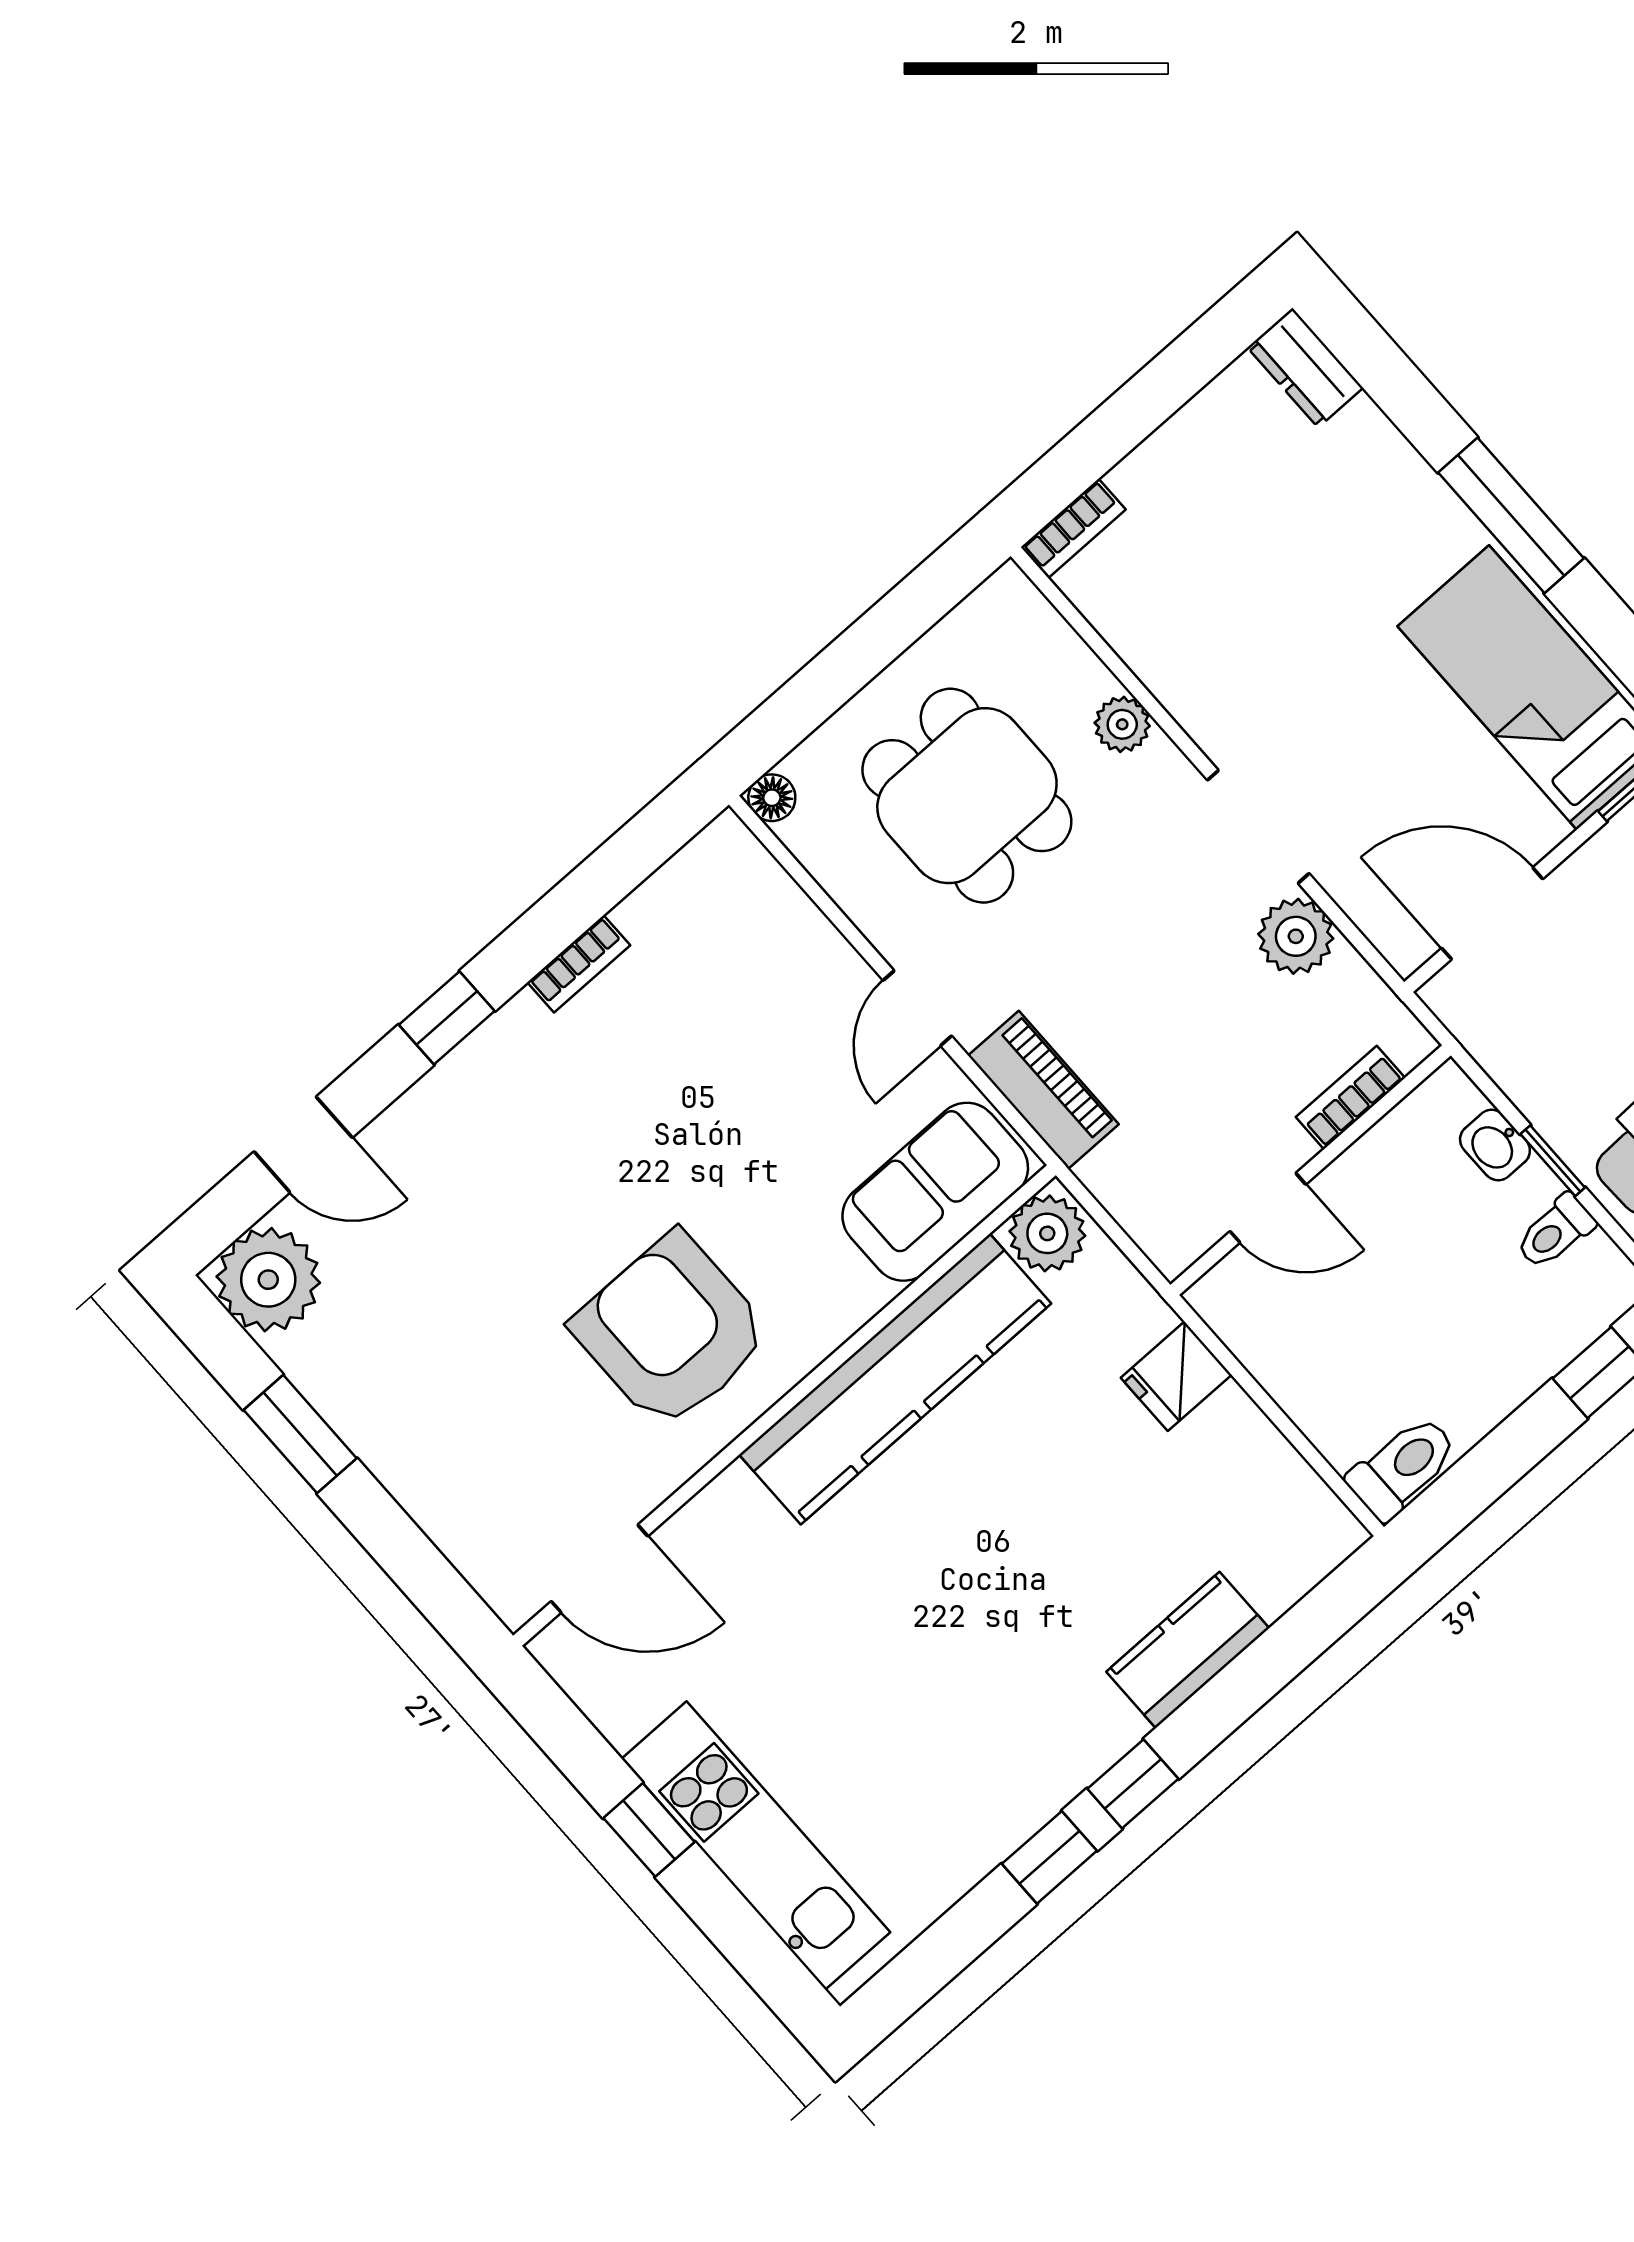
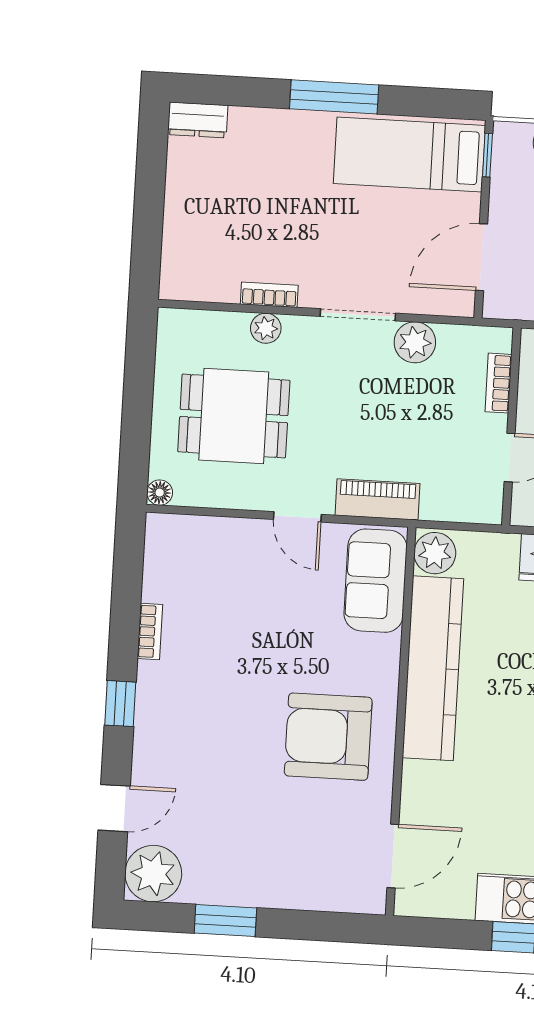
bookcase: (1073, 528) -> (269, 295), moved, turned -90

